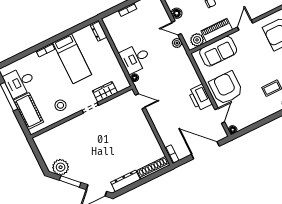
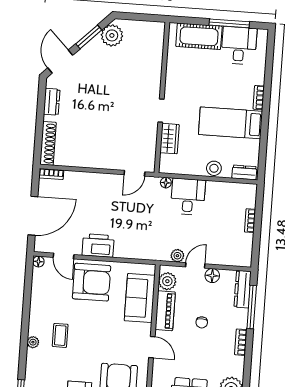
stool: (60, 105) -> (214, 168), moved
dresser: (126, 181) -> (52, 102), width x0.70

